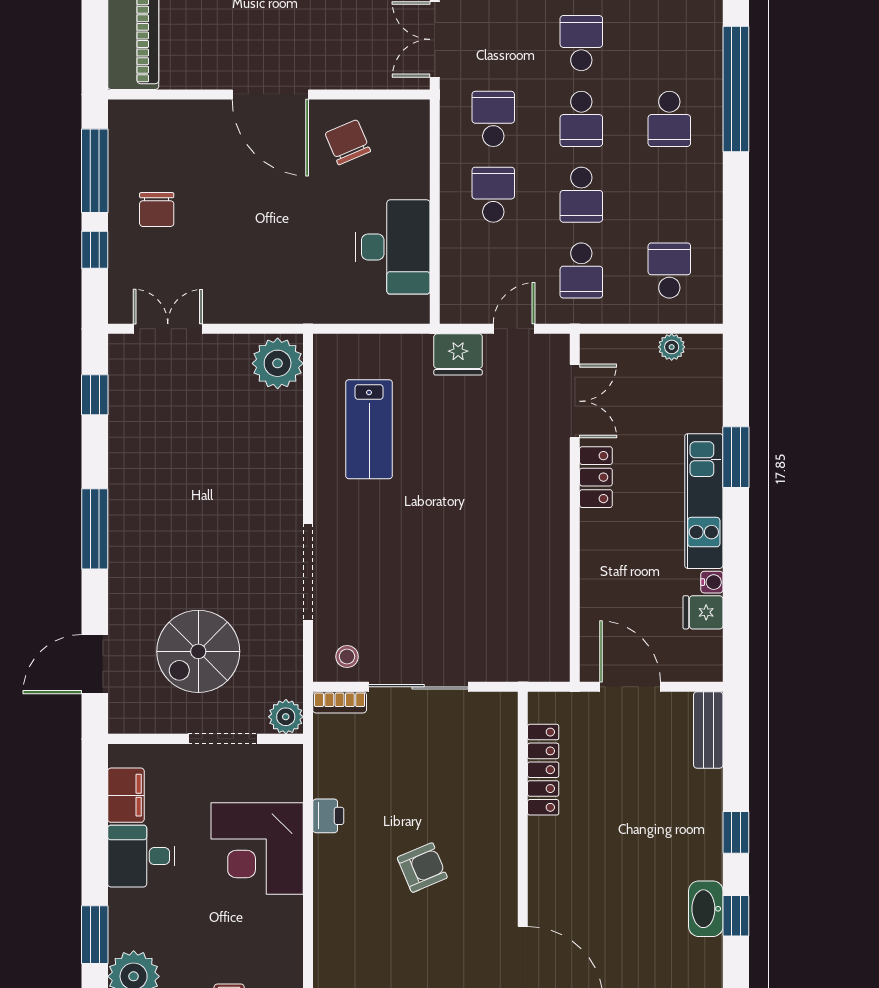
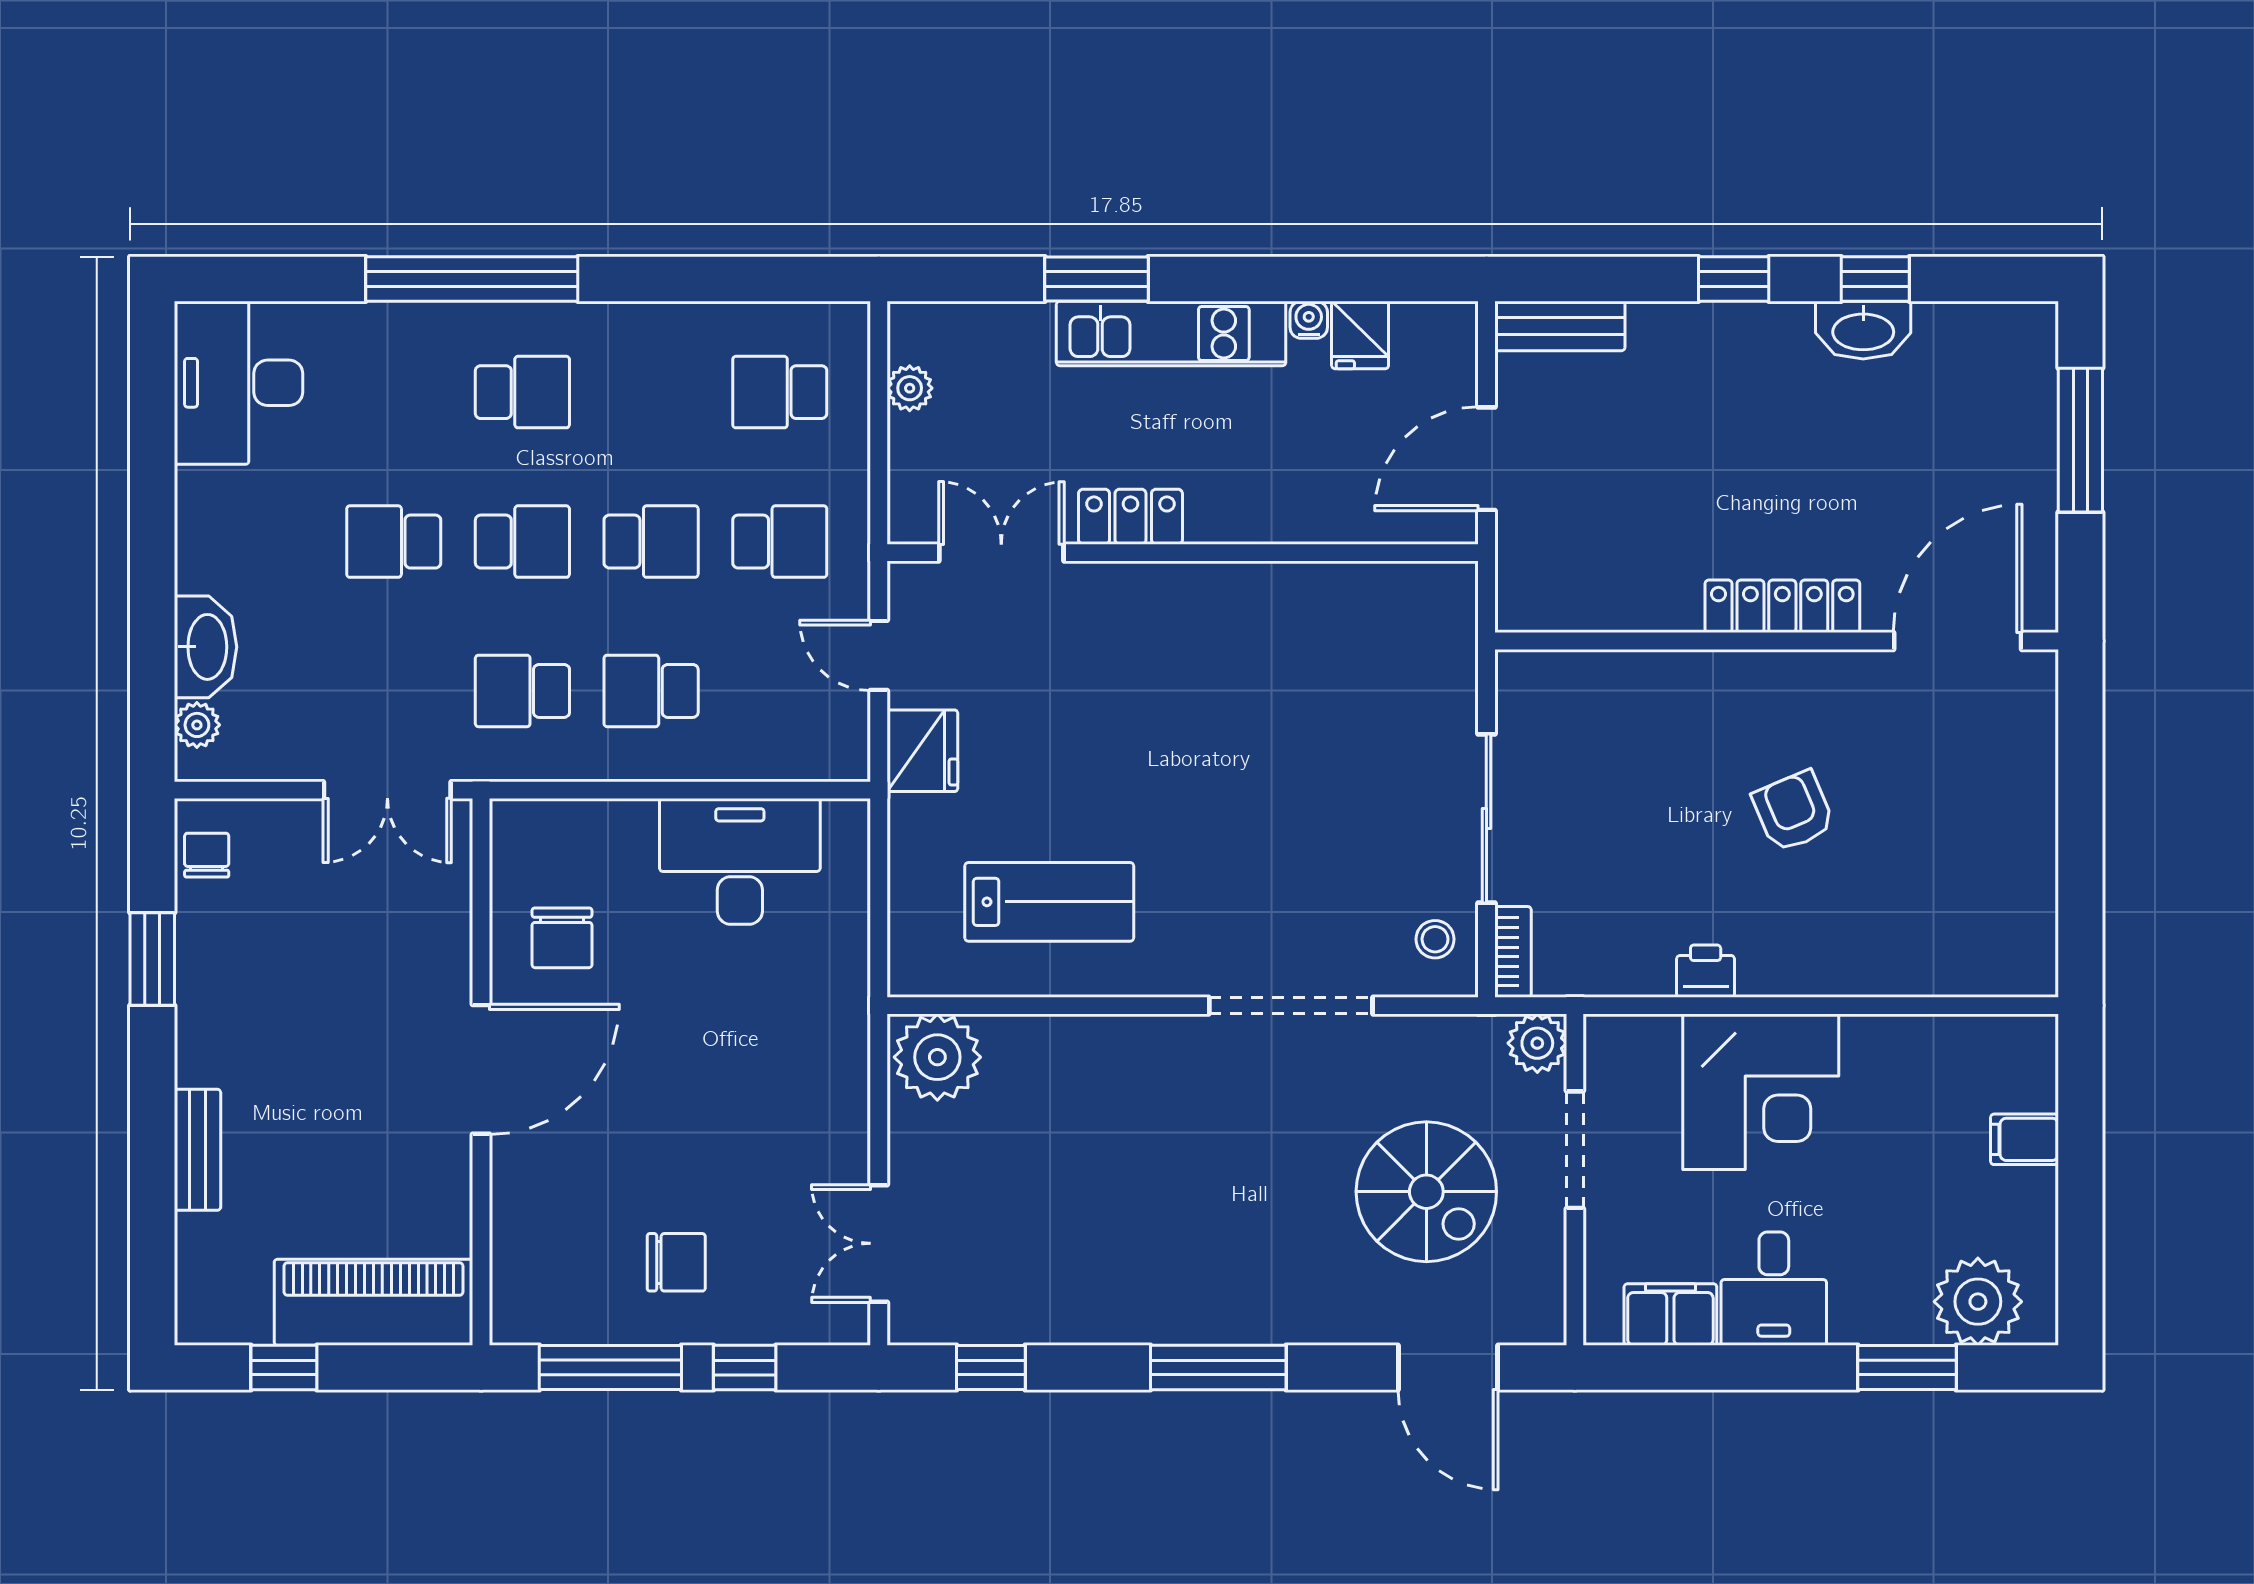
chair: (348, 142) -> (562, 938), turned -67
locker: (543, 770) -> (1782, 606), moved

